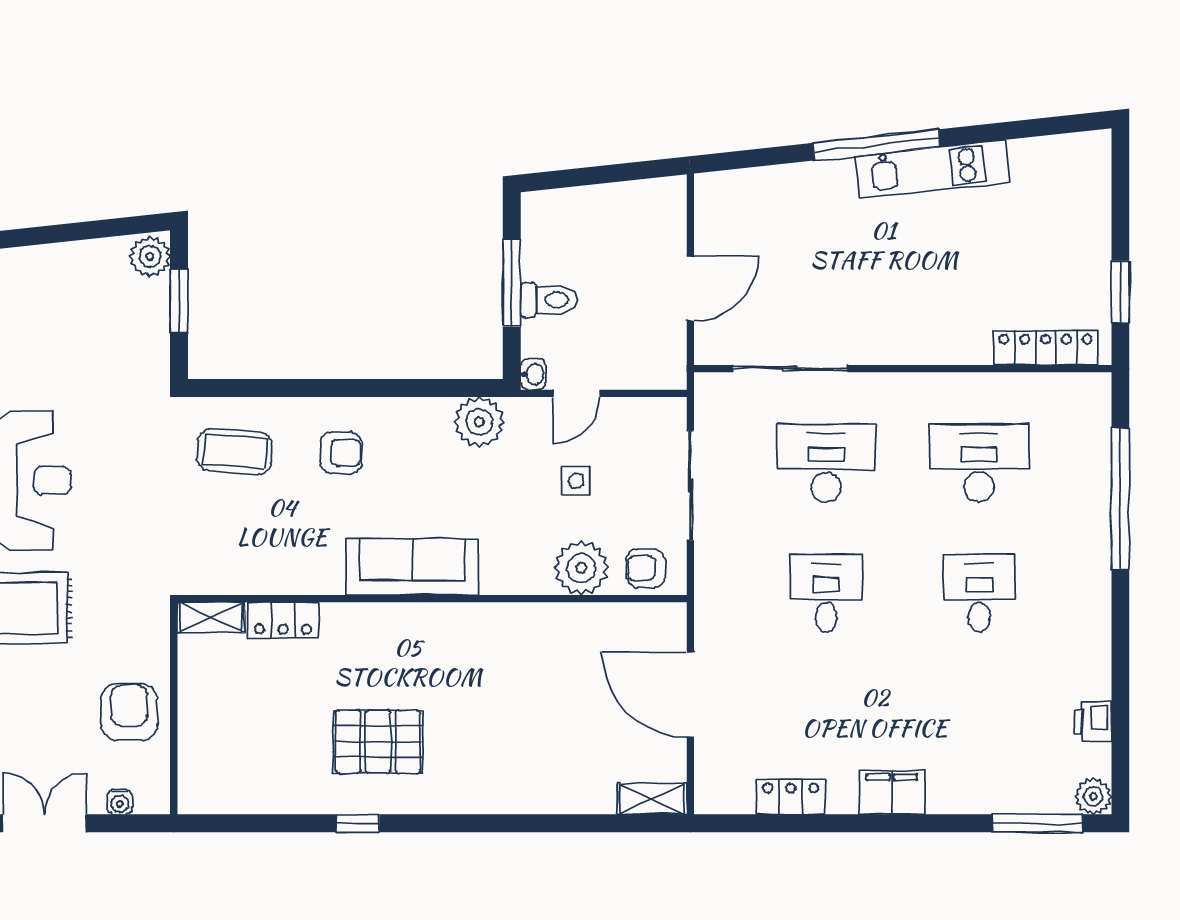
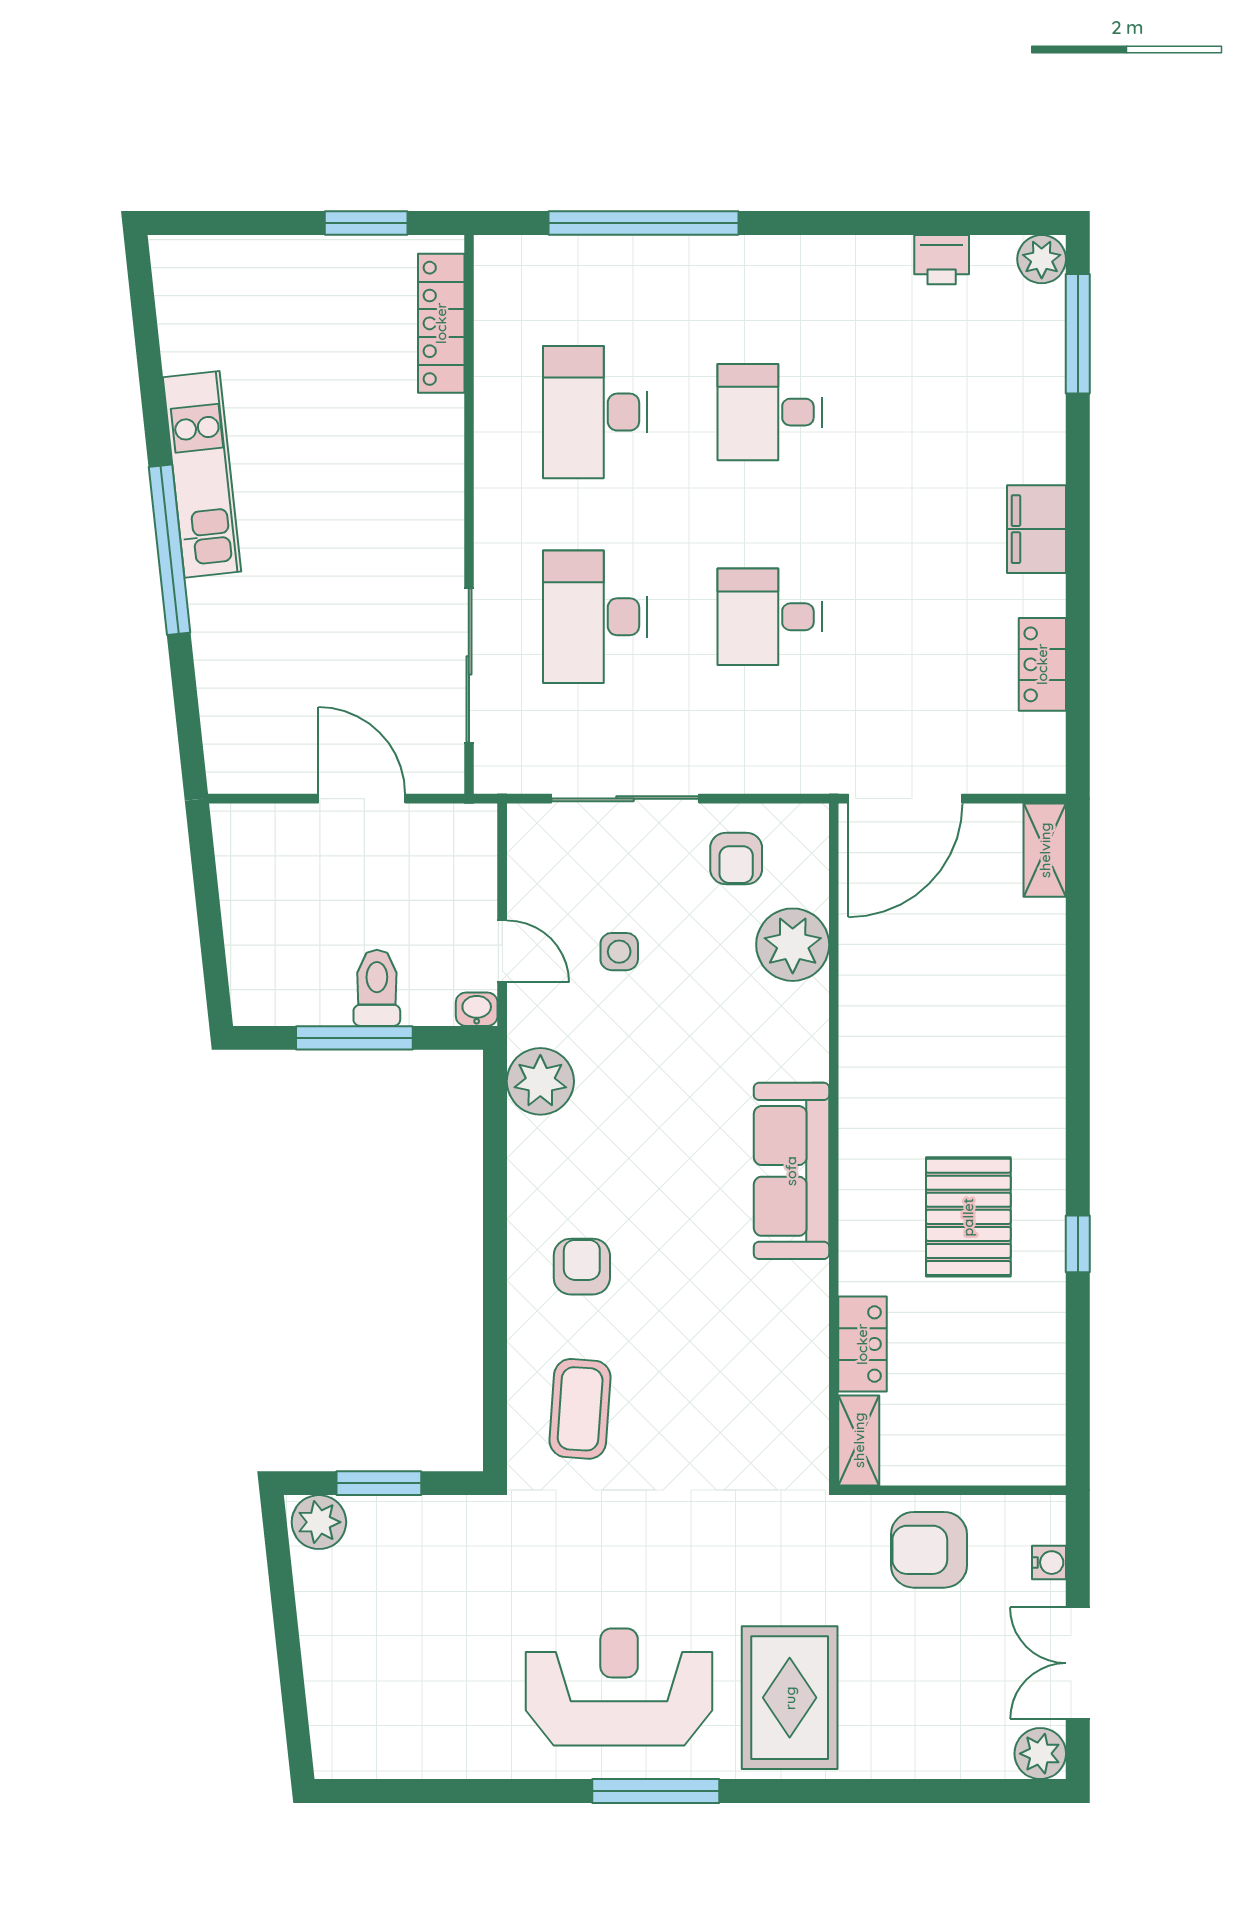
sofa: (412, 567) -> (791, 1171), moved
plant: (581, 568) -> (793, 945), moved
wall: (432, 599) -> (834, 1144), moved
shelving: (211, 617) -> (859, 1440), moved
locker: (283, 620) -> (862, 1344), moved

